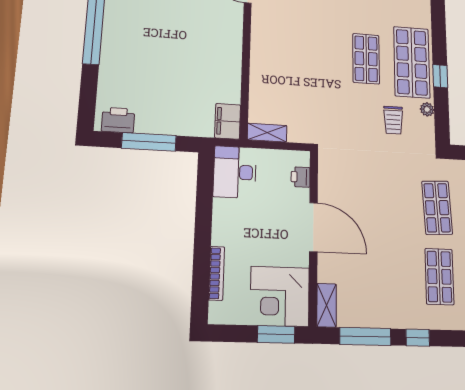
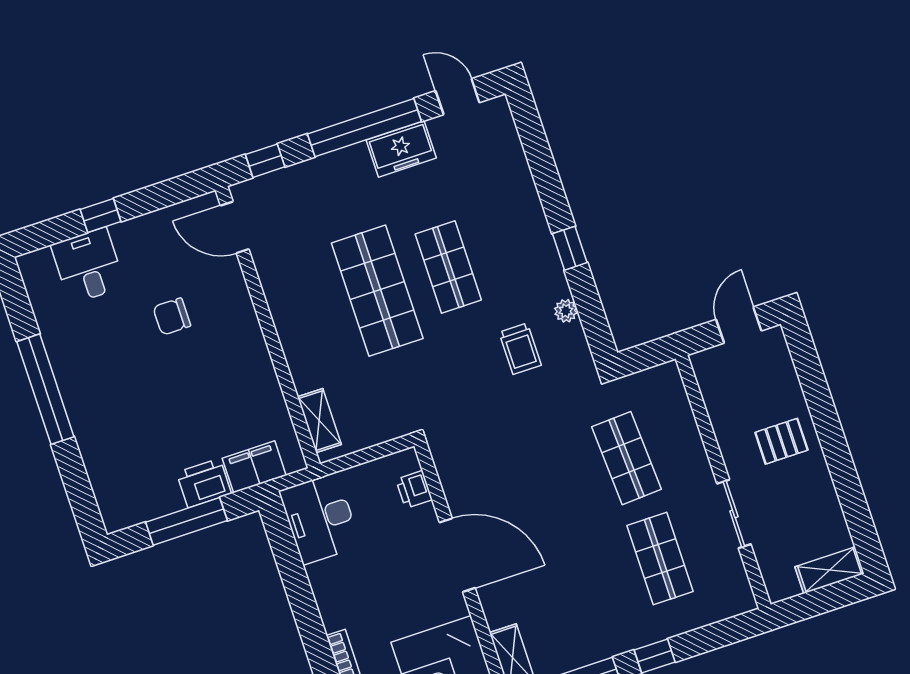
chair: (190, 21) -> (172, 316), added
shop shelf: (412, 62) -> (377, 291), moved
printer: (118, 120) -> (204, 483), moved
filing cabinet: (228, 121) -> (254, 467), moved, turned 90
shelving: (267, 133) -> (319, 421), moved, turned 90

